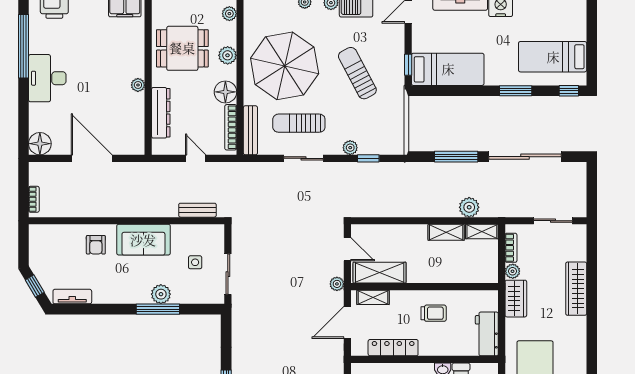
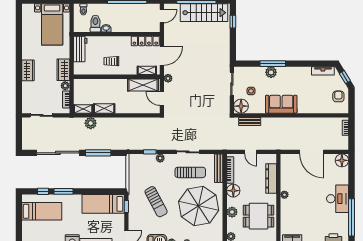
window: (569, 91) -> (43, 191), moved
floor lamp: (212, 236) -> (241, 106), added
armchair: (96, 245) -> (338, 96), moved
wardrobe: (576, 289) -> (28, 70), width x0.67
locker: (393, 348) -> (145, 41), moved

